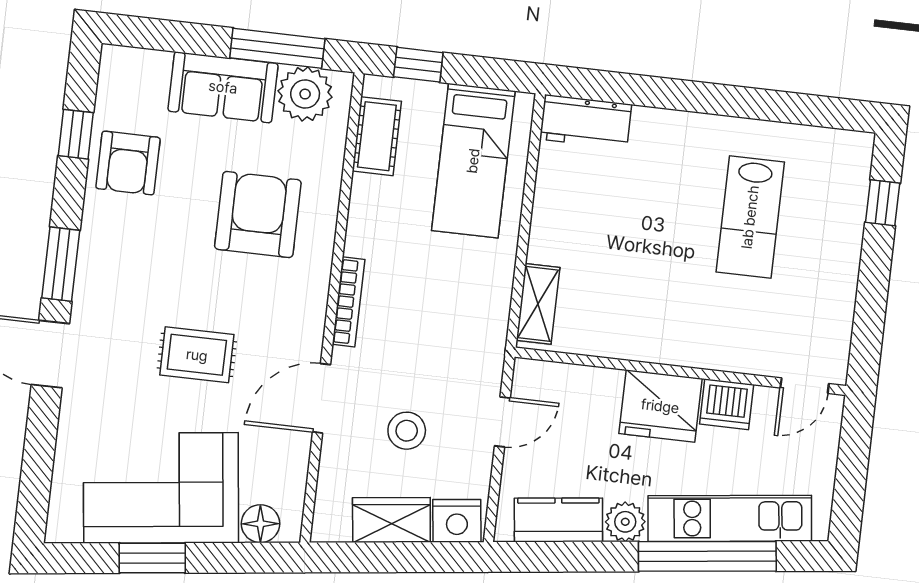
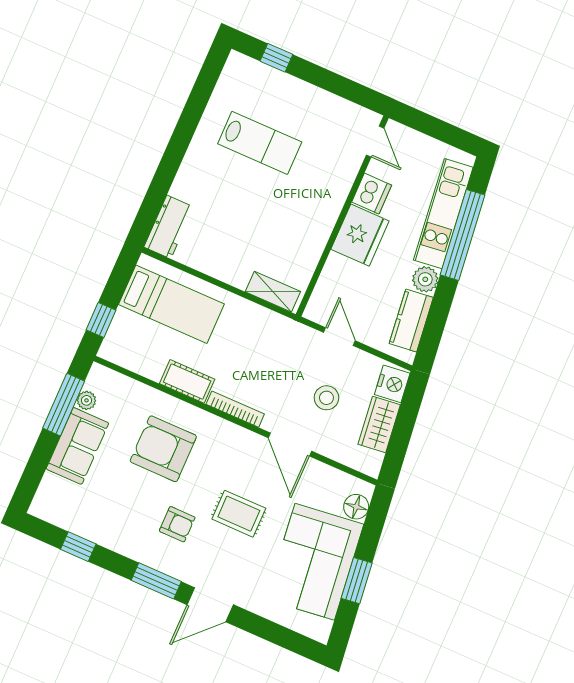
plant: (305, 94) -> (87, 400), width x0.53, depth x0.53
cot: (377, 136) -> (187, 381), moved
armchair: (128, 163) -> (177, 524), moved, width x0.72, depth x0.72
rug: (197, 355) -> (239, 514), turned 90

